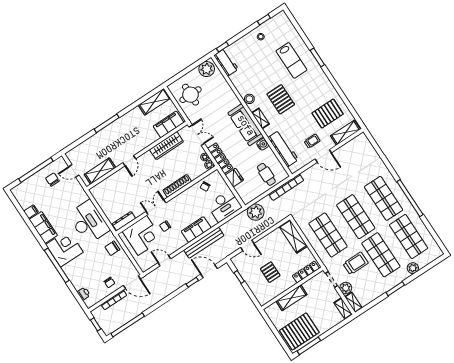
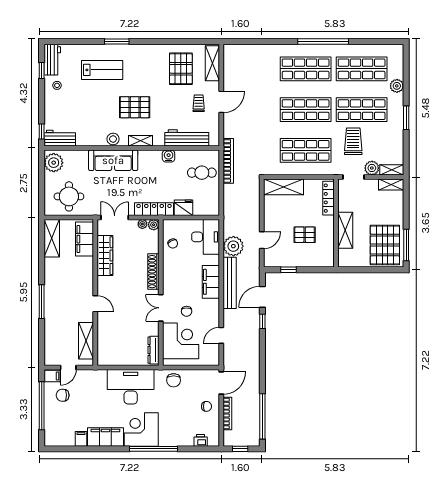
workbench: (276, 22) -> (52, 60), added
sofa: (246, 125) -> (113, 160), moved
filing cabinet: (61, 164) -> (52, 376), added
plant: (256, 212) -> (233, 246), moved

